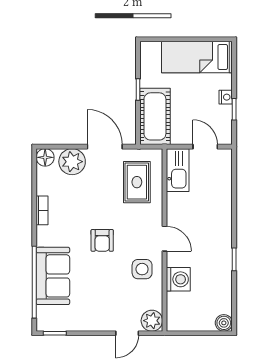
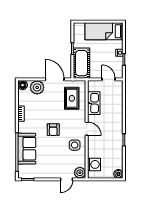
kitchen sink: (178, 170) -> (94, 103), moved
washing machine: (178, 279) -> (94, 164), moved

